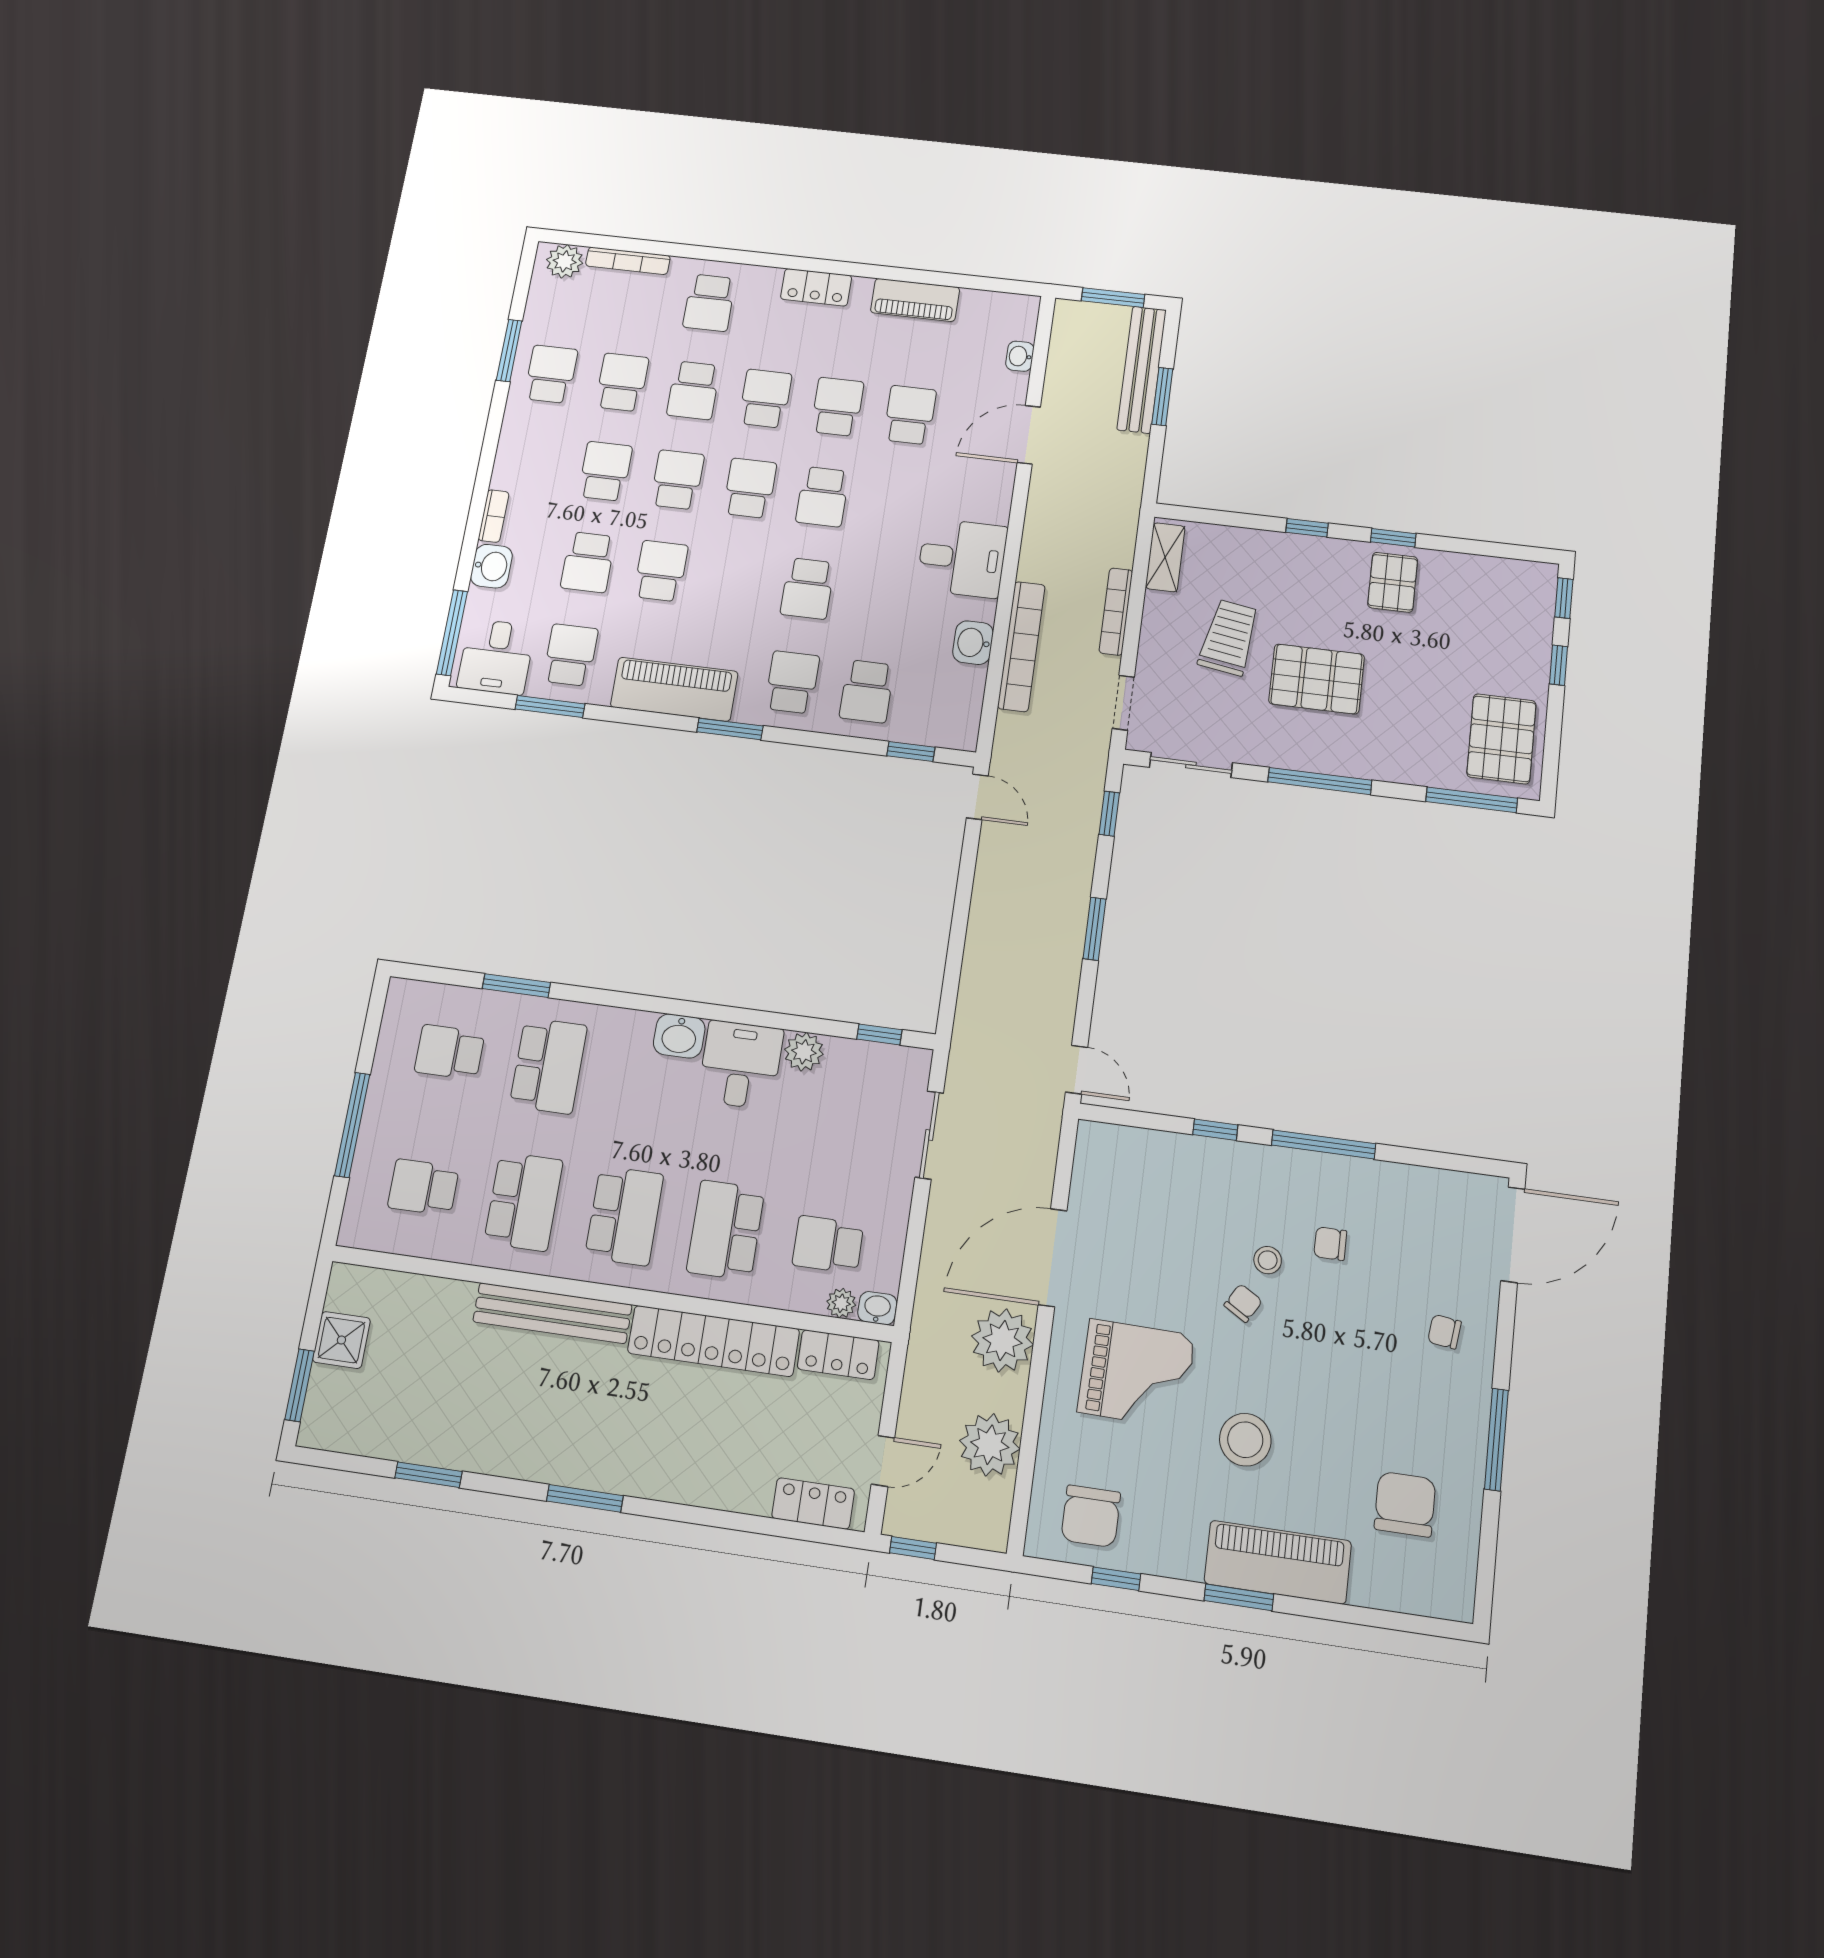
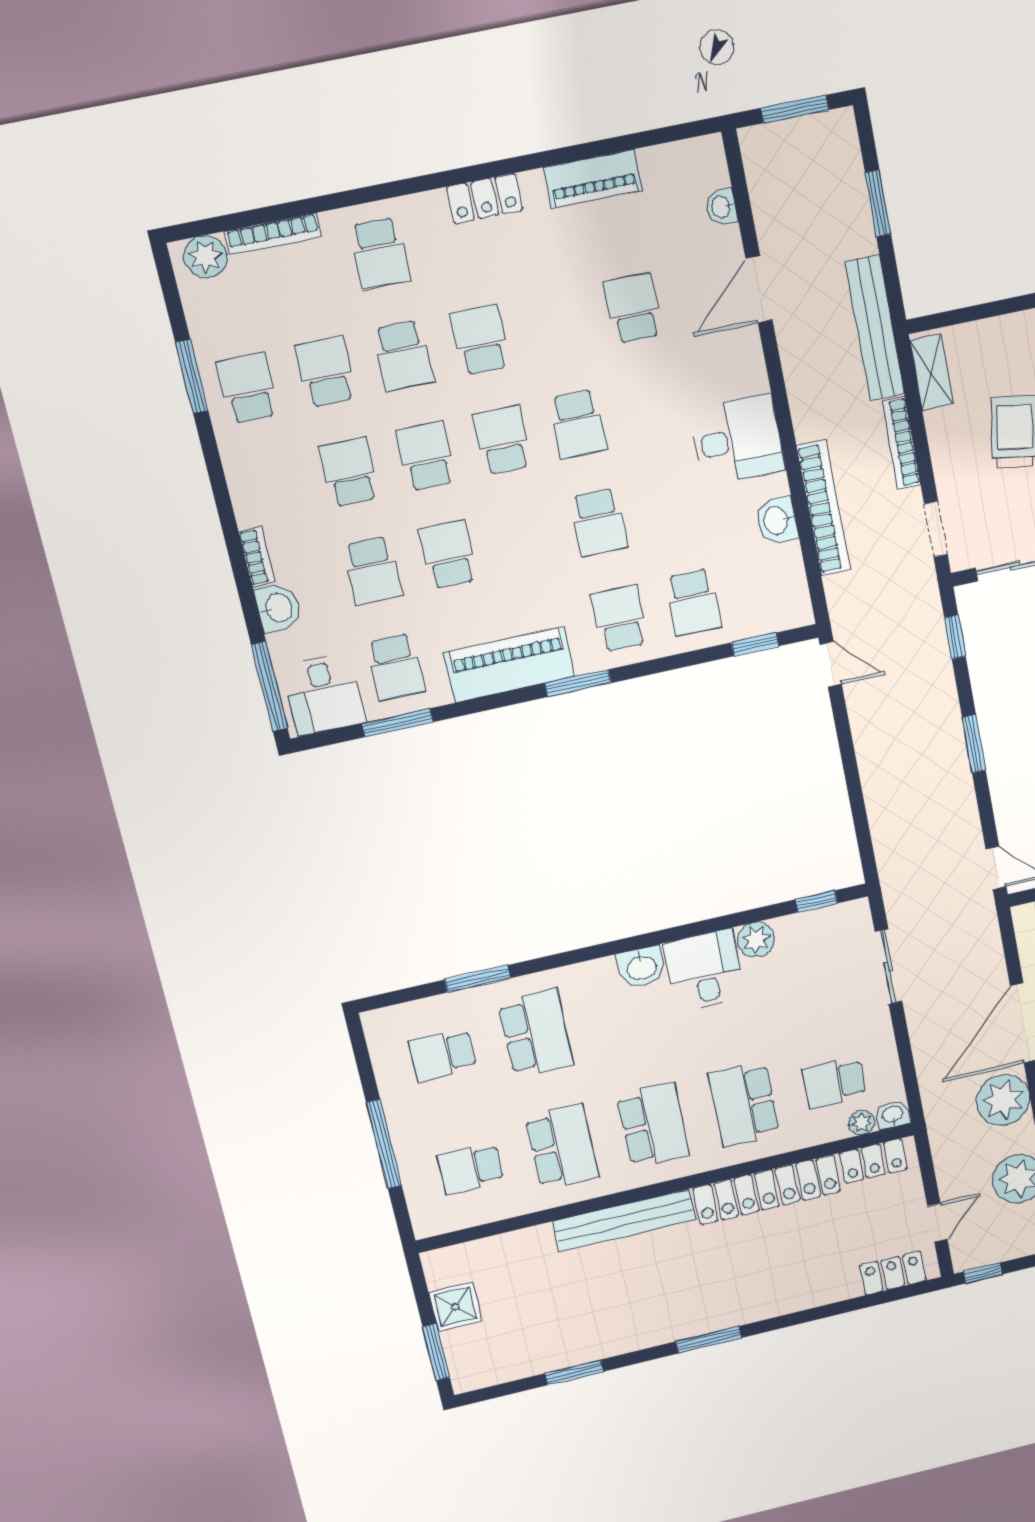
bench: (1142, 370) -> (875, 328), moved
school desk: (837, 407) -> (557, 324), removed
school desk: (570, 655) -> (395, 667), turned 180

